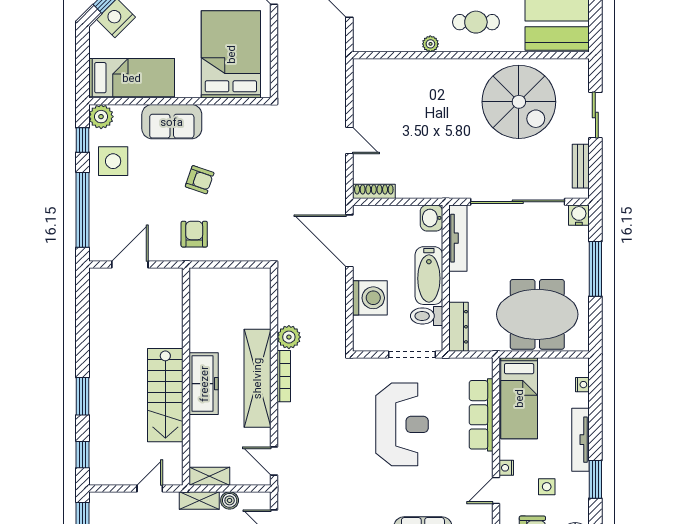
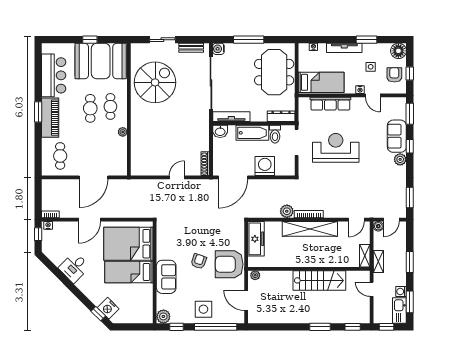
bed: (132, 78) -> (129, 272), moved, turned -90
side table: (113, 161) -> (203, 309), moved
armchair: (194, 234) -> (229, 264), width x1.88, depth x1.88
plant: (175, 281) -> (255, 275), added
freezer: (204, 384) -> (256, 239), moved, turned 90
boiler: (230, 500) -> (378, 226), moved

